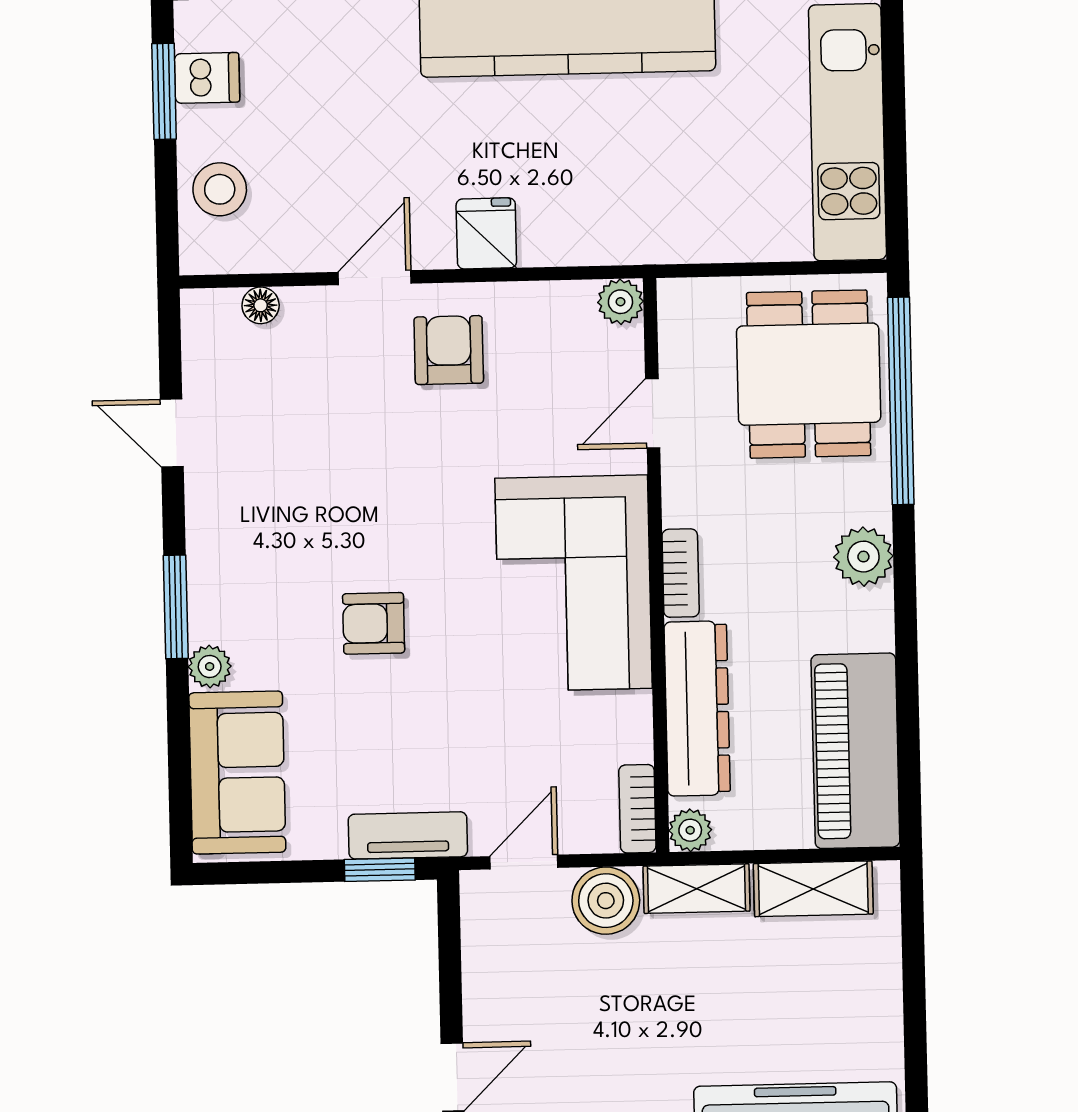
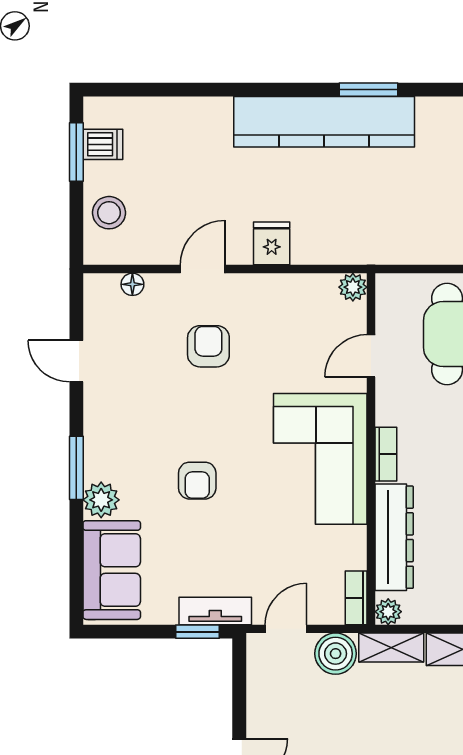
armchair: (449, 350) -> (208, 346), moved
armchair: (374, 623) -> (197, 481), turned -90
plant: (210, 667) -> (101, 500), width x1.38, depth x1.38

